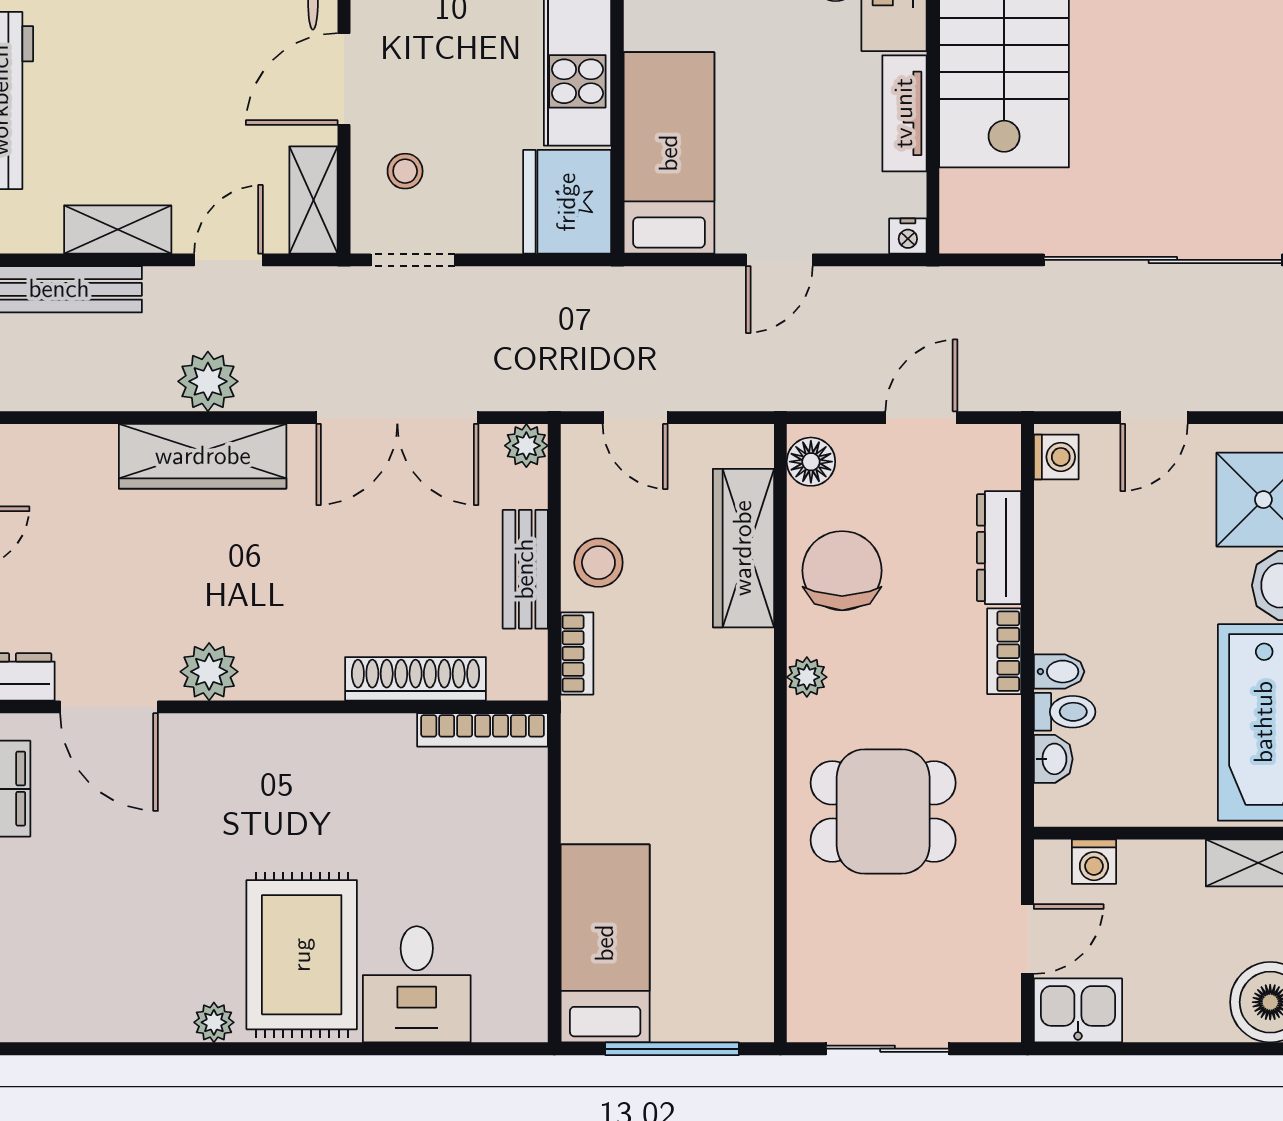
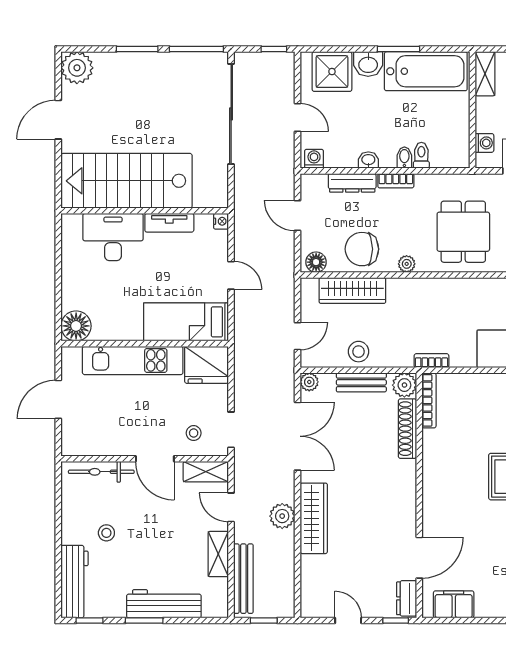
bookcase: (577, 653) -> (431, 361), moved
plant: (209, 672) -> (404, 385), moved
washbasin: (1053, 759) -> (368, 160), moved

